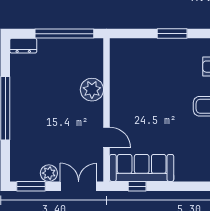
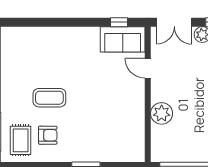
sofa: (142, 168) -> (123, 39), width x0.73

